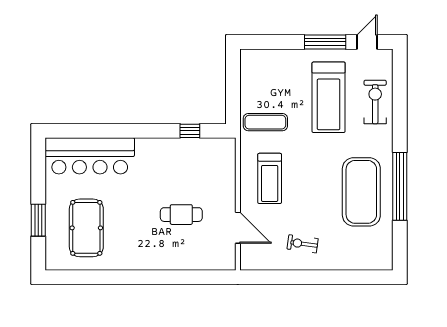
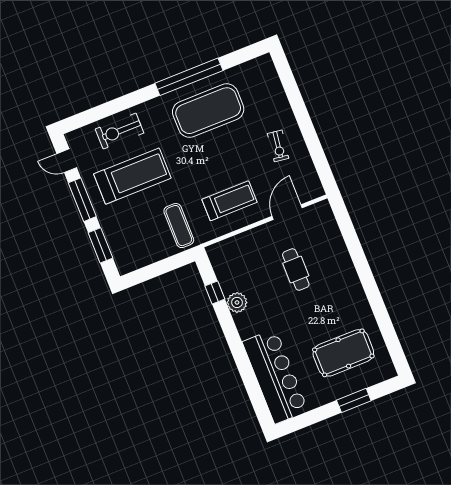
window: (276, 42) -> (100, 245), added
plant: (172, 148) -> (237, 302), added

